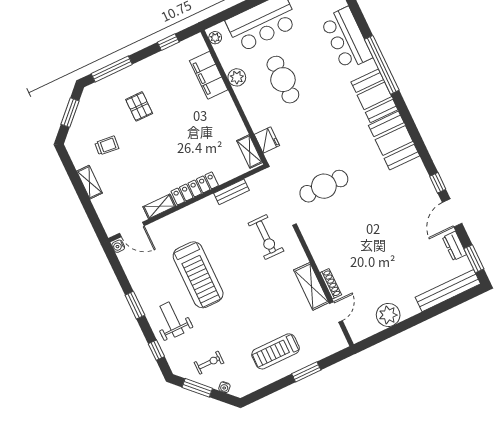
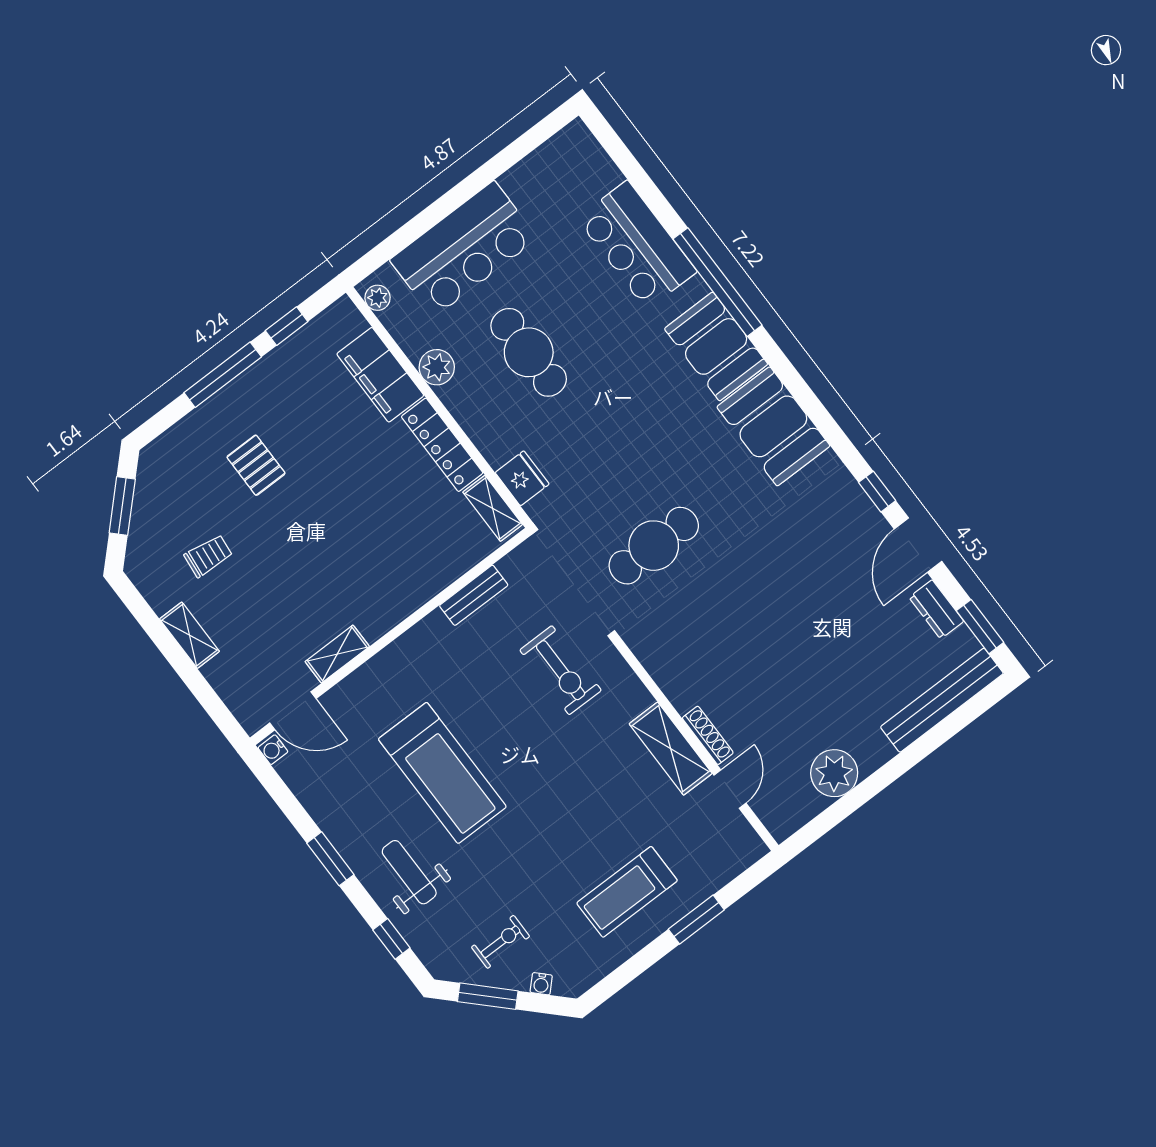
window: (112, 69) -> (223, 375), moved
locker: (195, 188) -> (442, 445), moved, turned -90

